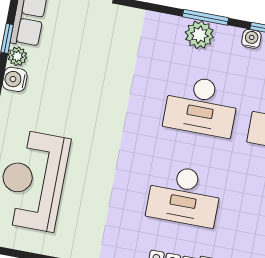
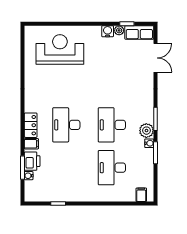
plant: (199, 35) -> (146, 131), moved

